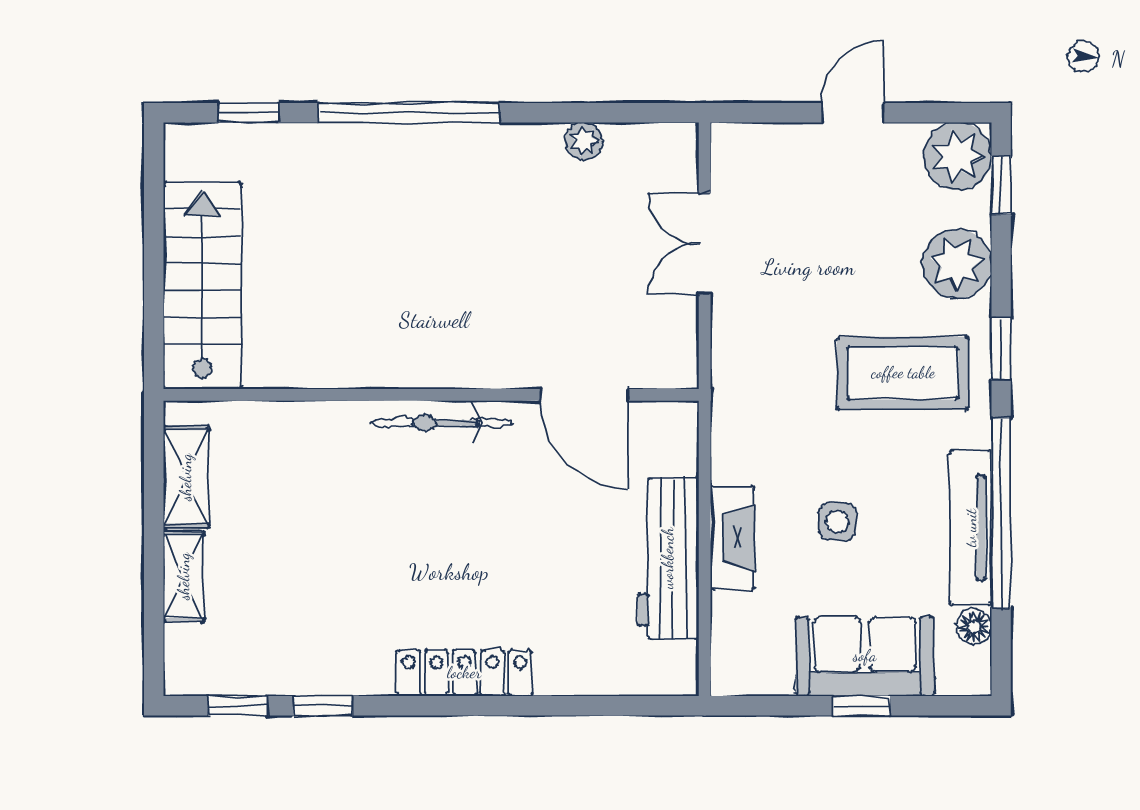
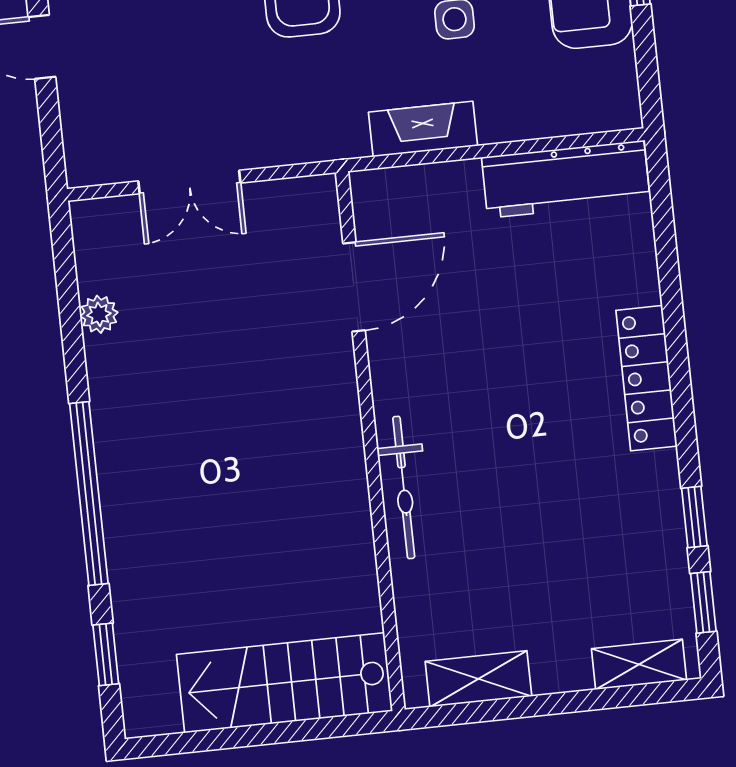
bicycle: (442, 423) -> (404, 487), moved
fireplace: (733, 538) -> (423, 129), moved
workbench: (668, 558) -> (566, 179), moved
shelving: (184, 576) -> (639, 664), moved

